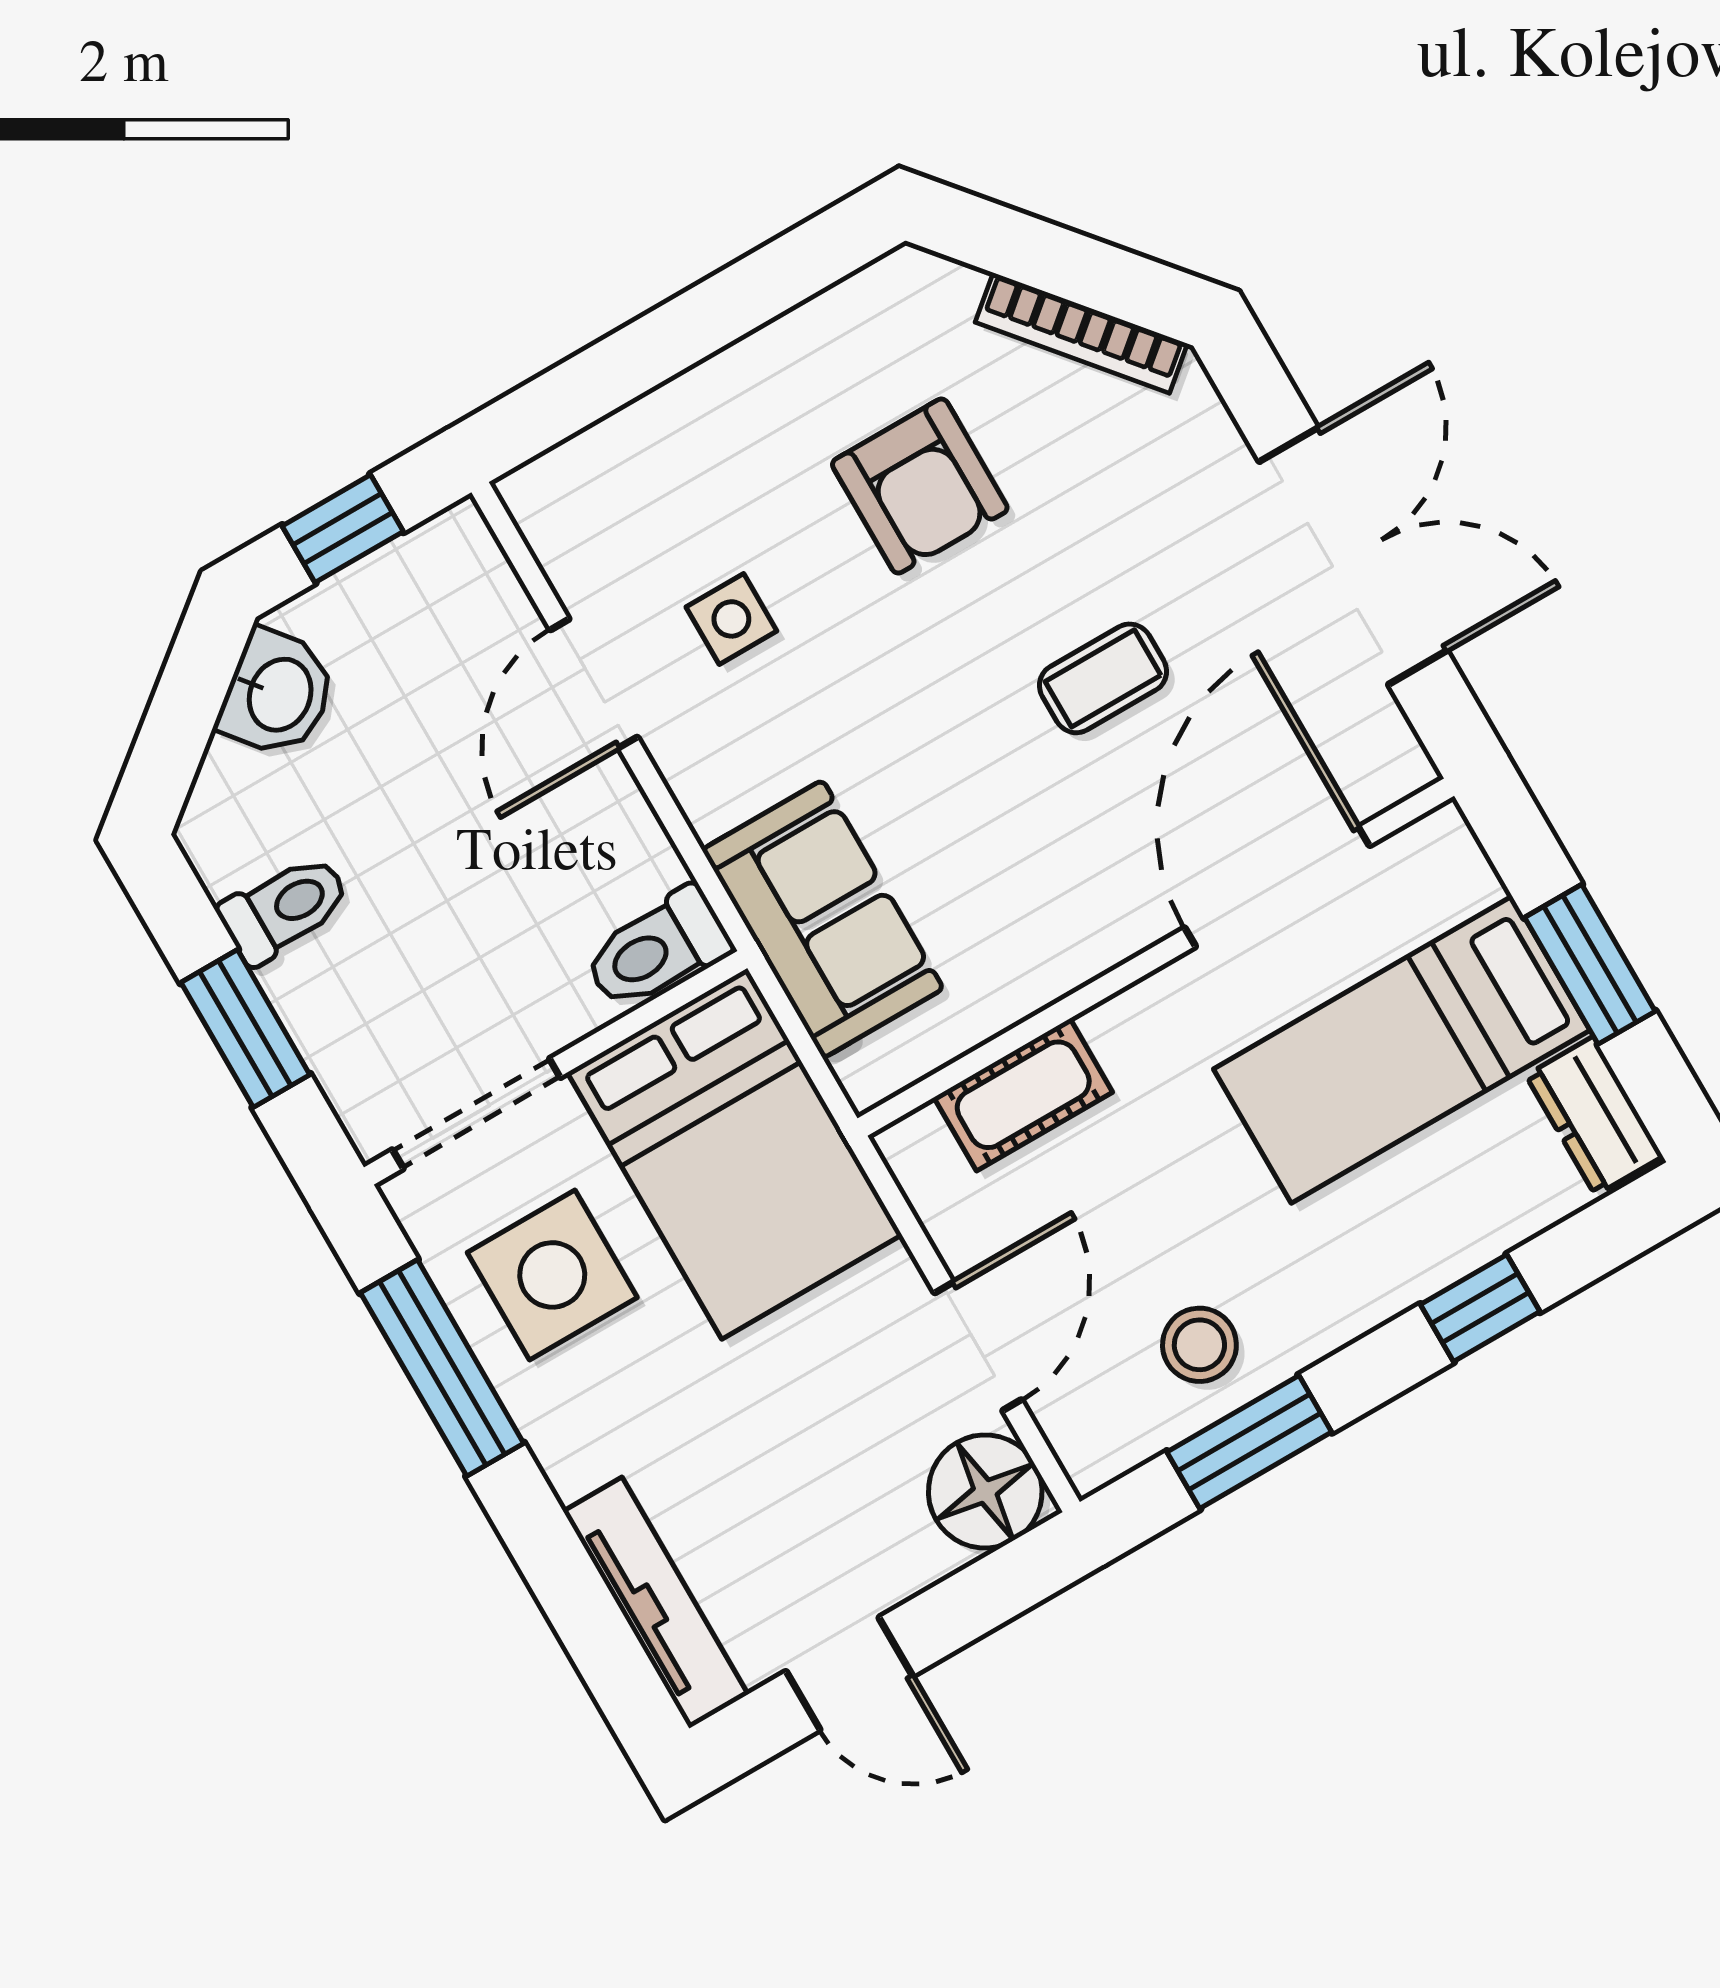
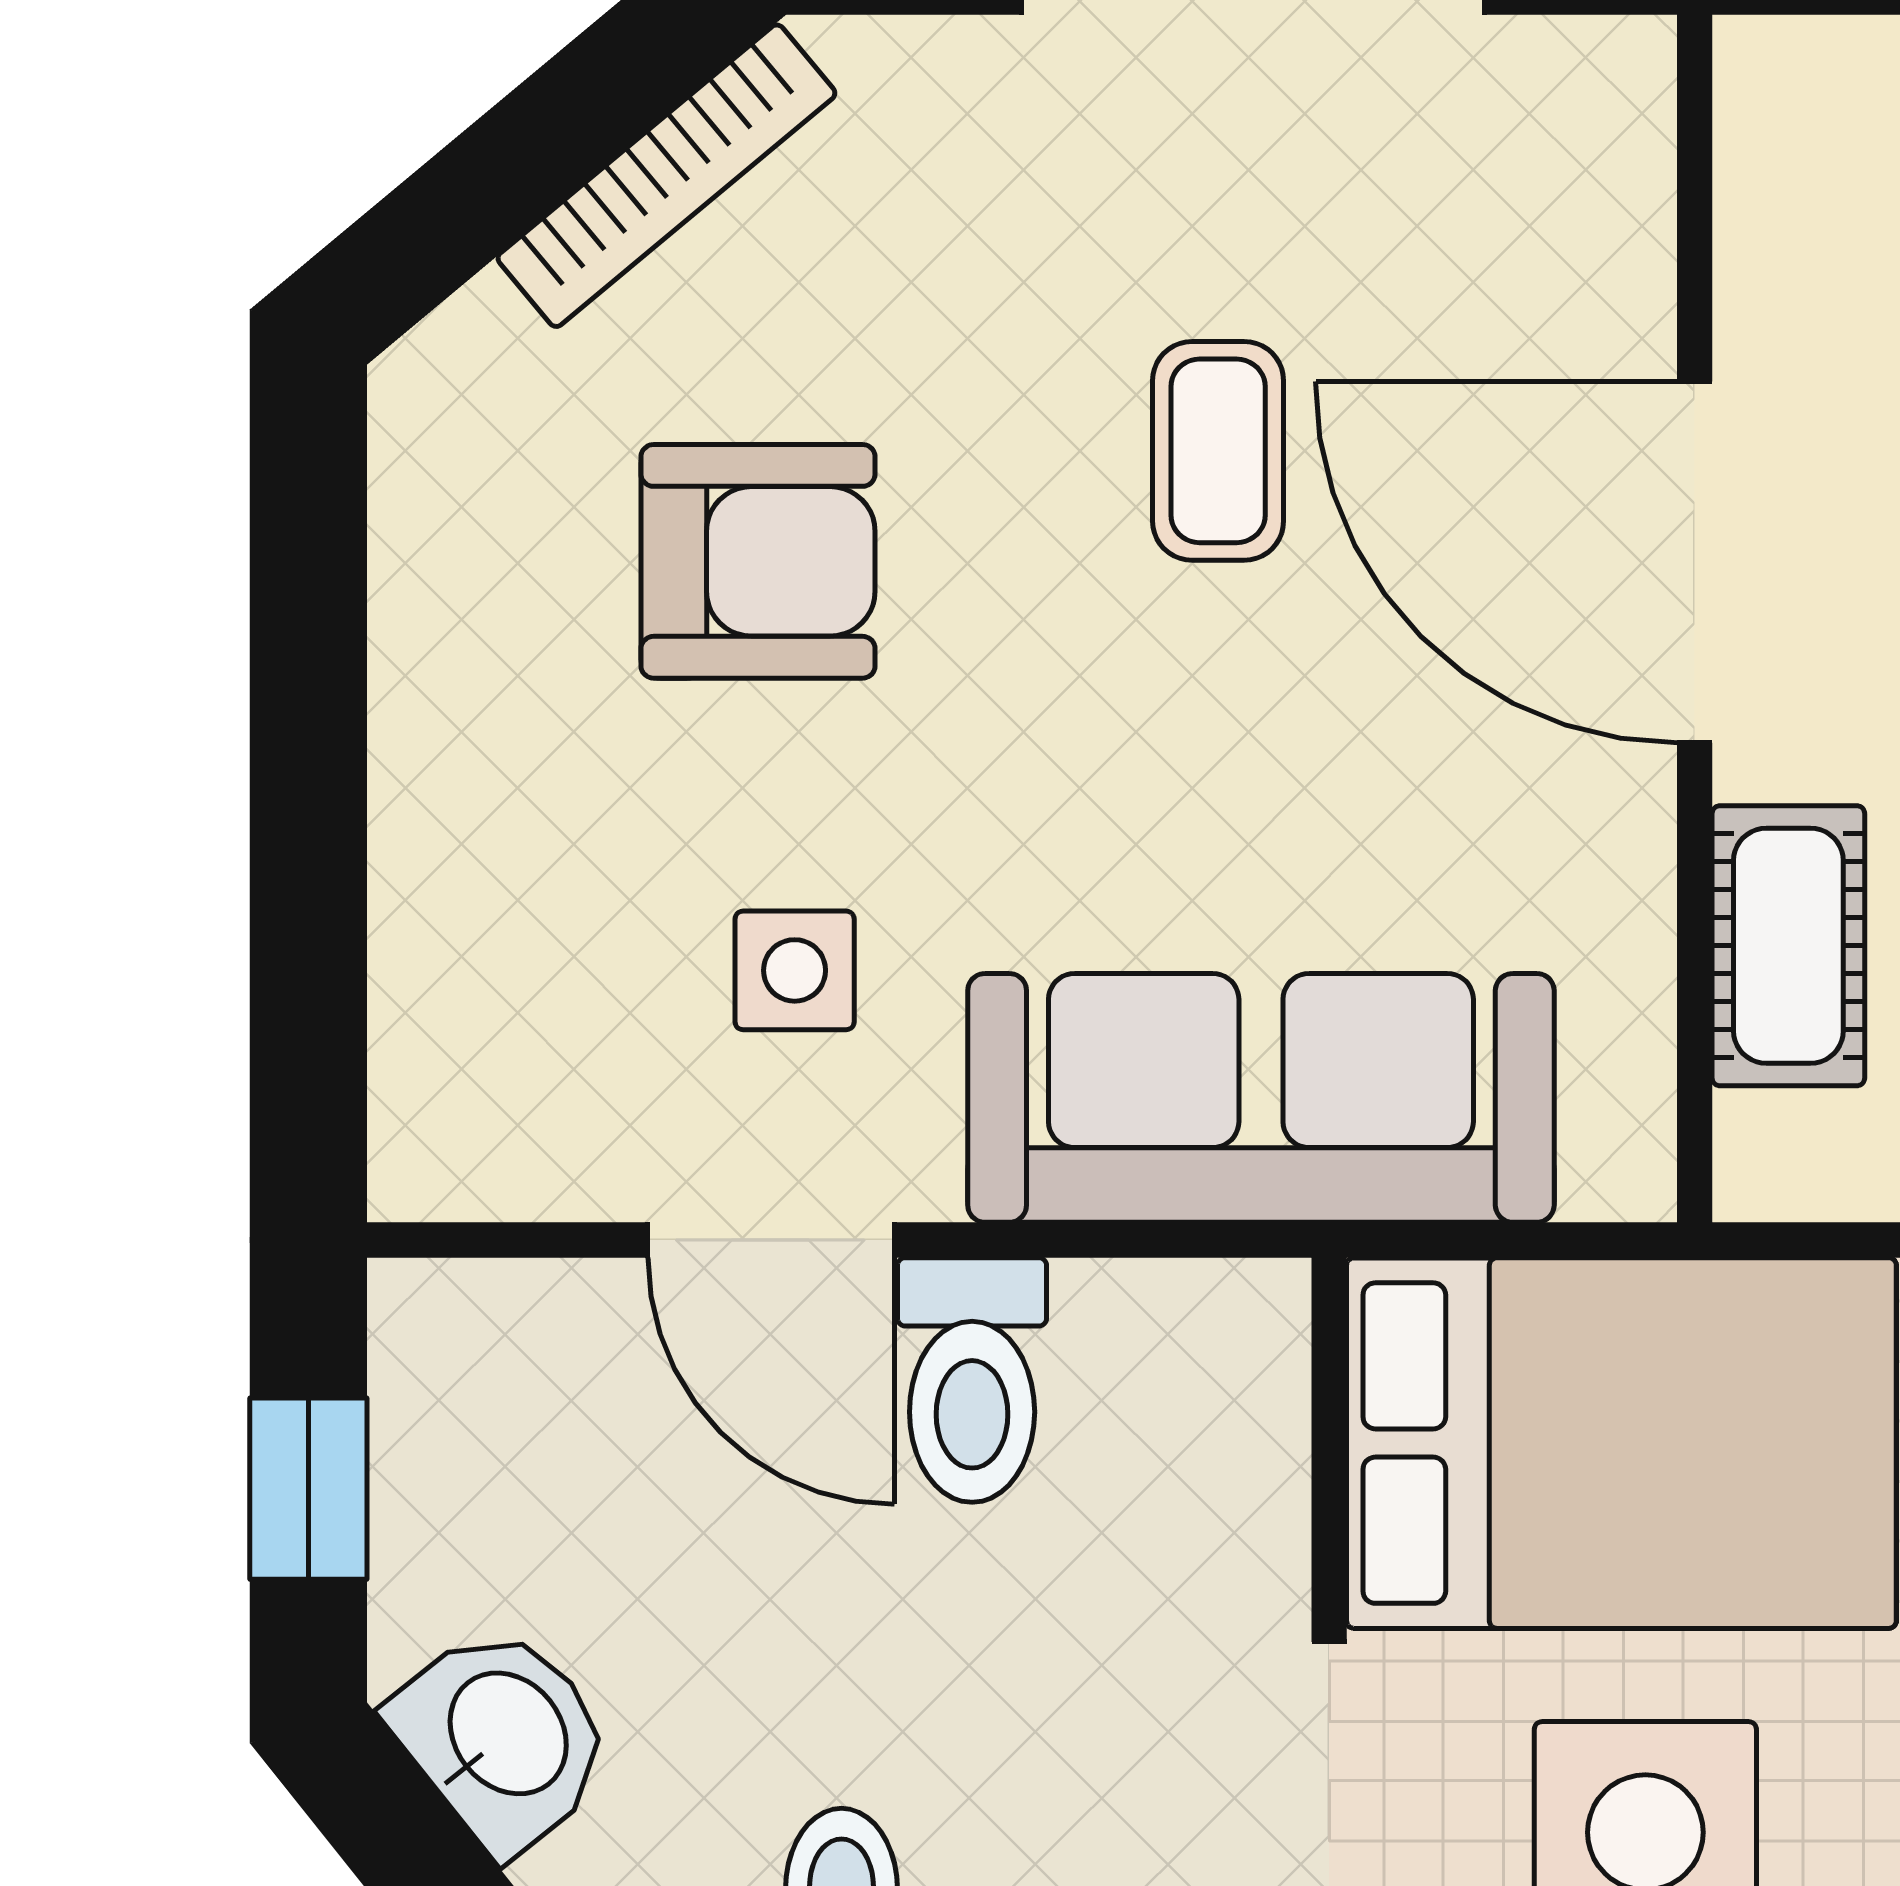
door: (1277, 887) -> (1695, 562), moved
sofa: (823, 919) -> (1261, 1098), width x1.36
toilet: (657, 949) -> (972, 1380), moved

